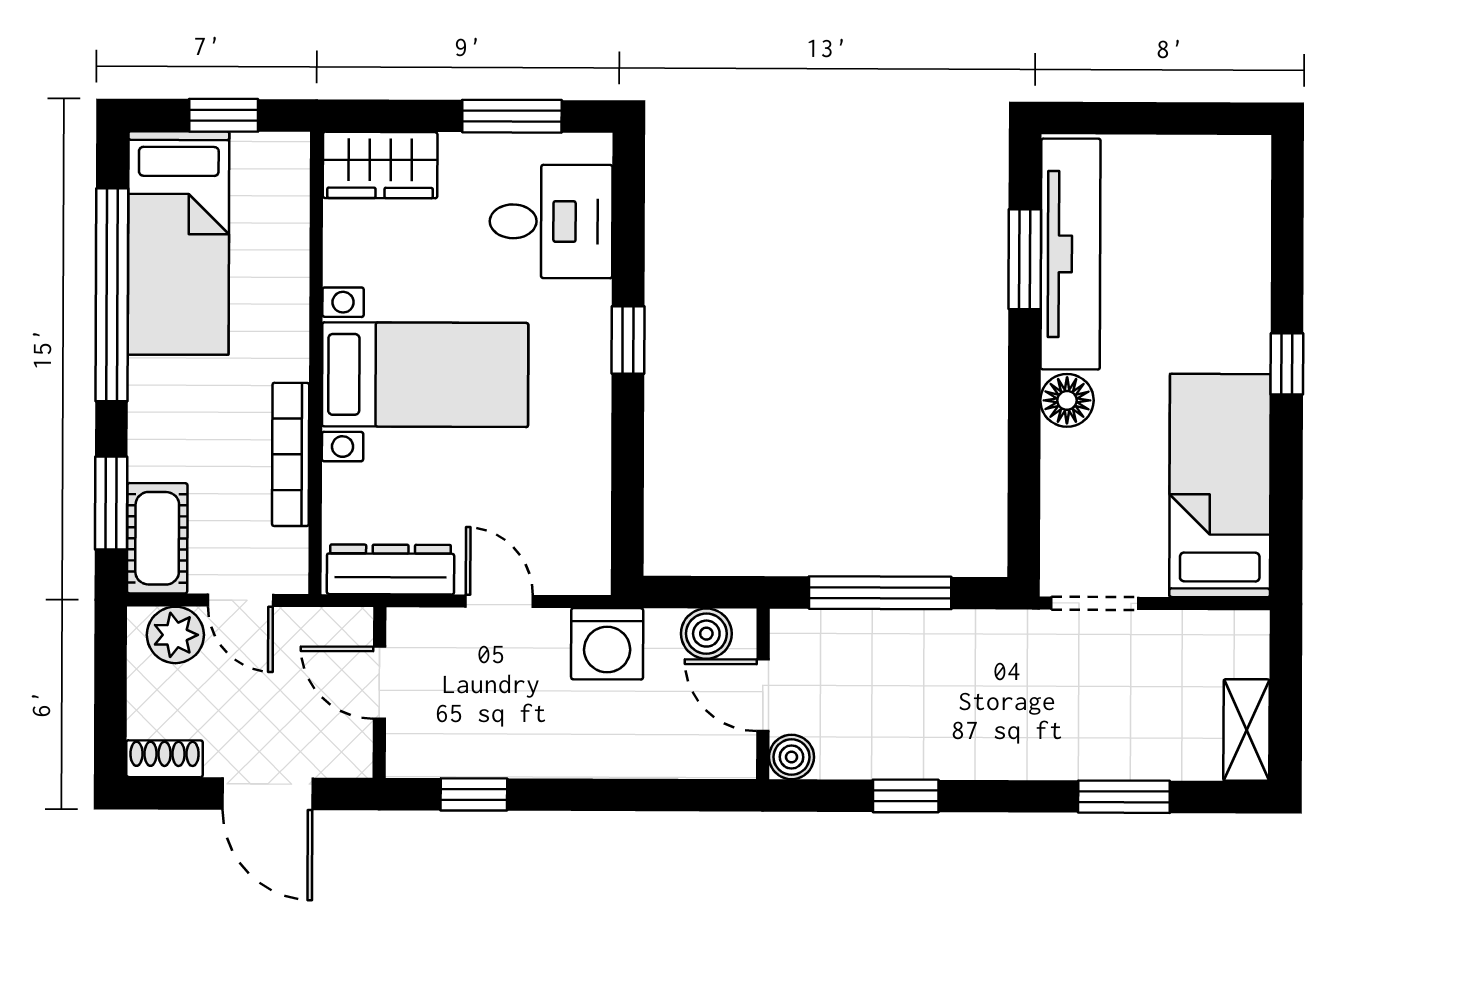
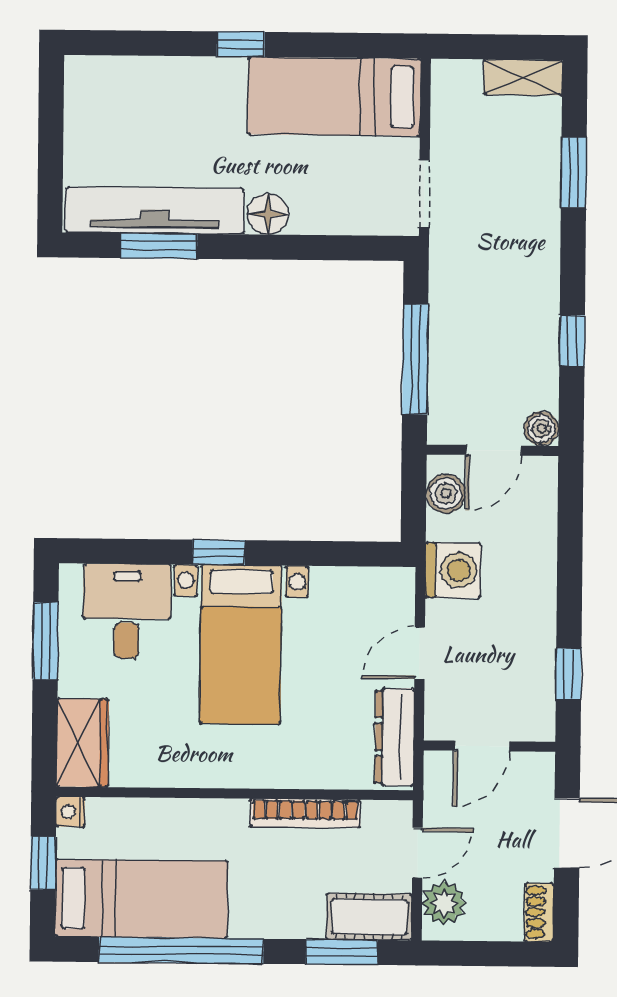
nightstand: (291, 150) -> (70, 812), added
bed with nightstands: (425, 375) -> (241, 645), moved, turned 180

